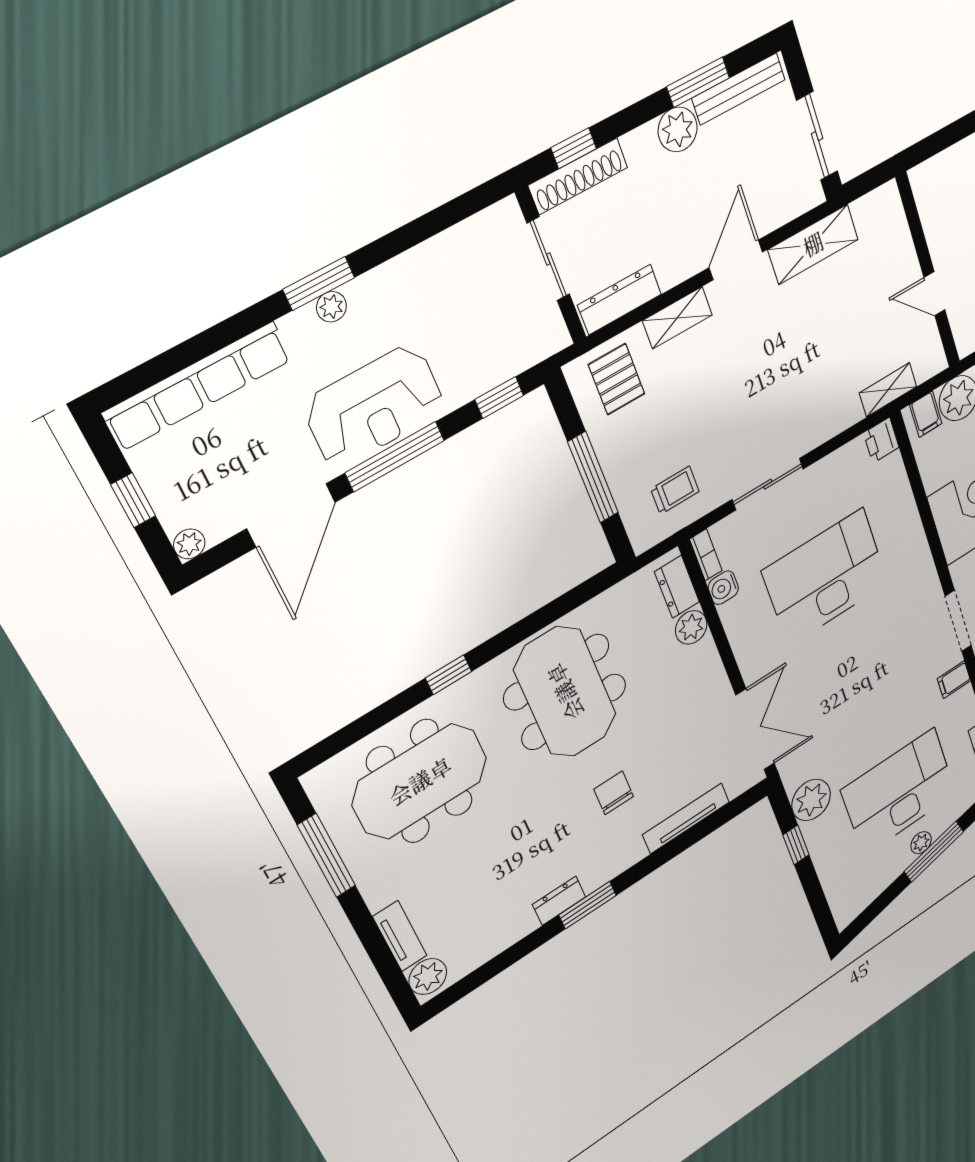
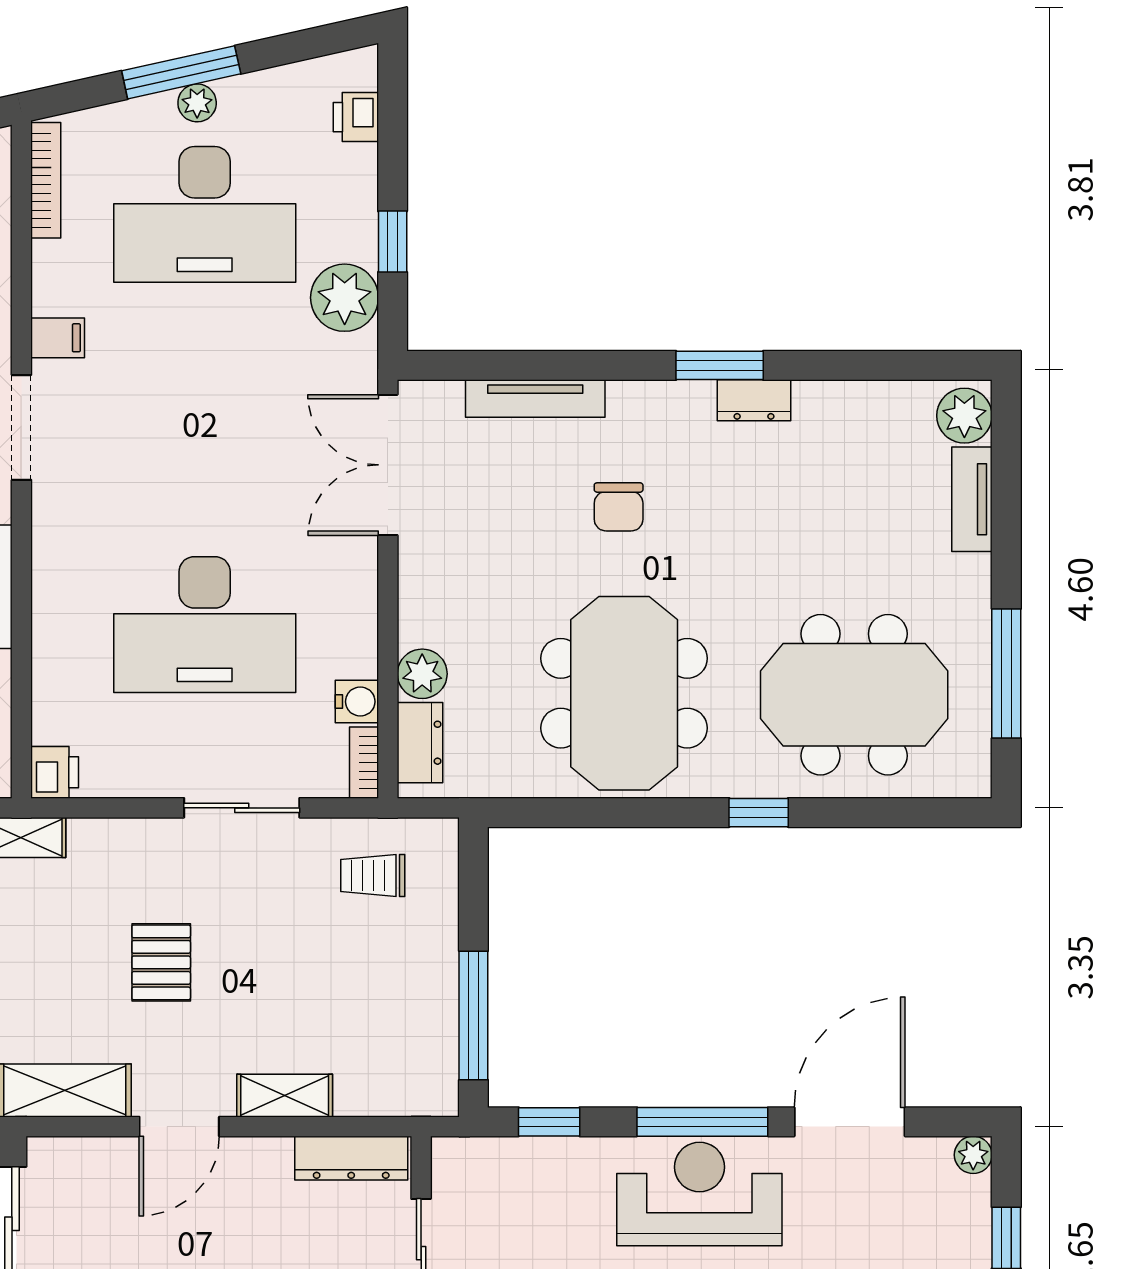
pallet: (617, 379) -> (161, 962), moved
window: (593, 477) -> (473, 1016), moved
printer: (838, 892) -> (356, 117), added

